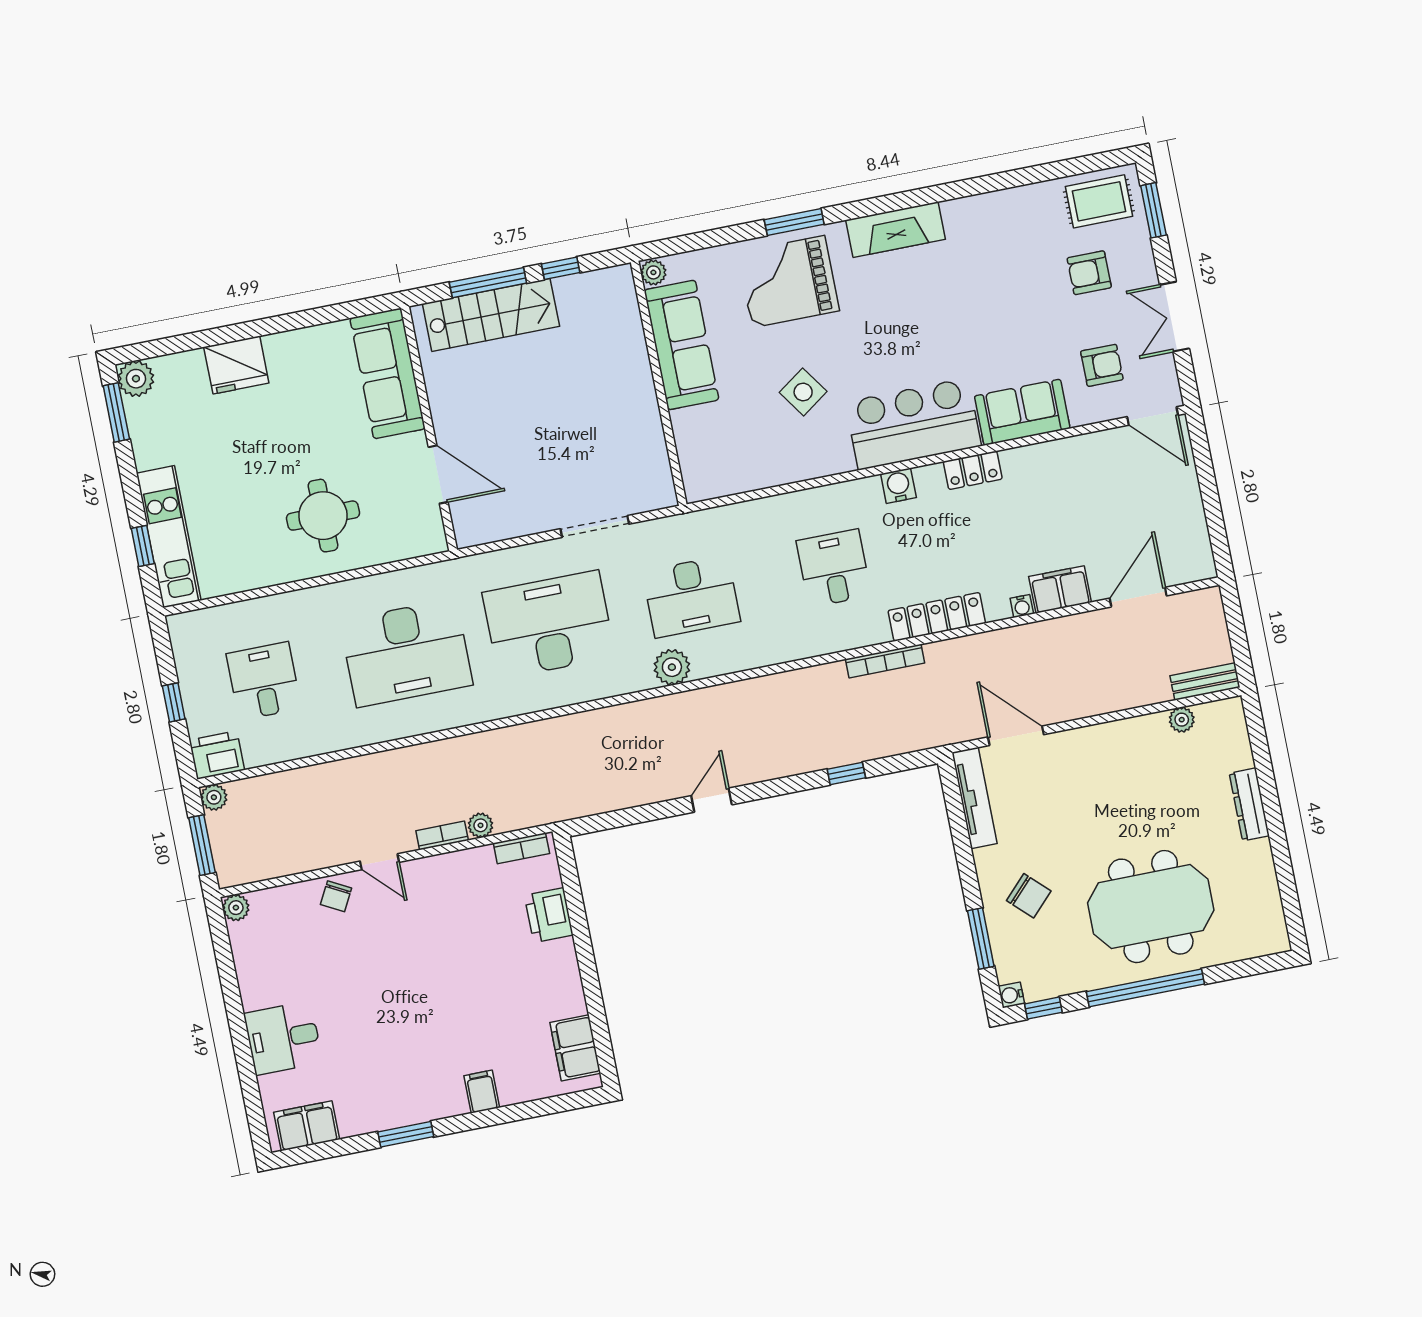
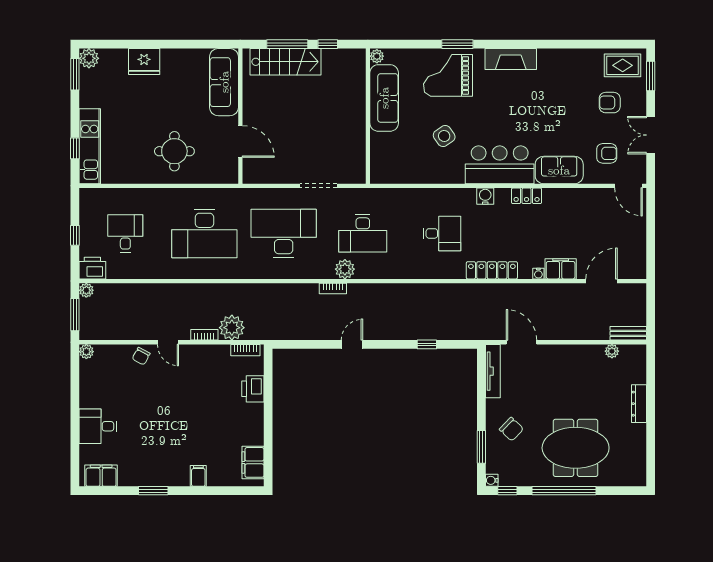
desk: (834, 568) -> (442, 233), turned 90
bookcase: (885, 661) -> (333, 288), moved, width x0.64
plant: (481, 825) -> (232, 328), width x1.88, depth x1.88

